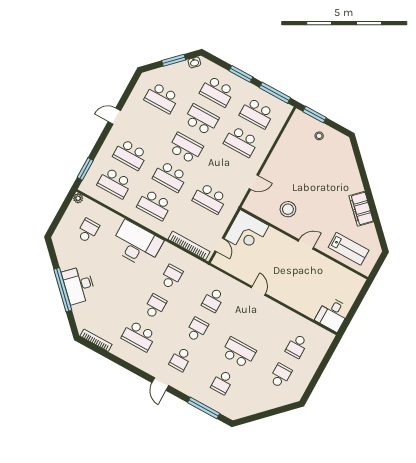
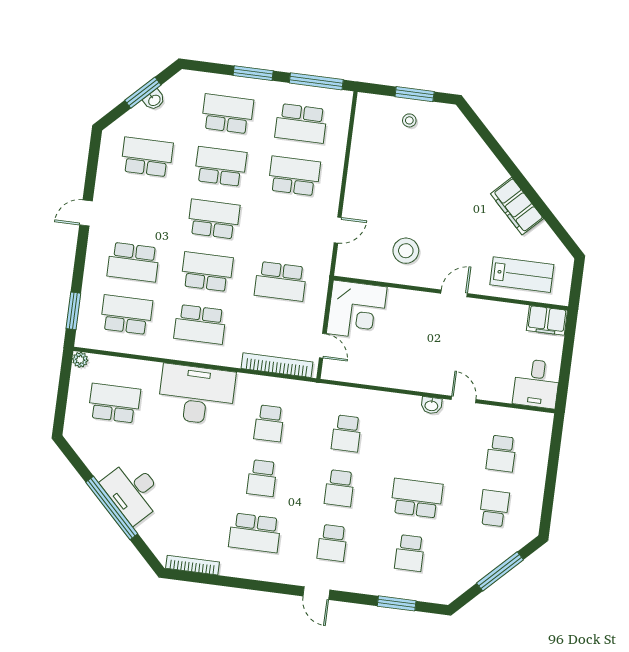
washbasin: (194, 62) -> (154, 100), moved
school desk: (217, 91) -> (227, 114), turned 180
school desk: (162, 98) -> (147, 157), turned 180
window: (315, 115) -> (415, 94), moved
school desk: (241, 142) -> (294, 176), turned 180
school desk: (170, 177) -> (207, 272), turned 180
school desk: (115, 183) -> (126, 315), turned 180
school desk: (88, 231) -> (114, 403), width x1.85
school desk: (171, 277) -> (269, 423), turned 180
filing cabinet: (353, 280) -> (547, 320), added
door: (258, 291) -> (464, 399), moved
washbasin: (268, 303) -> (431, 405), added
school desk: (155, 306) -> (262, 478), turned 180
school desk: (197, 329) -> (339, 488), turned 180
window: (204, 408) -> (397, 603), width x0.69
window: (270, 413) -> (500, 571), added

